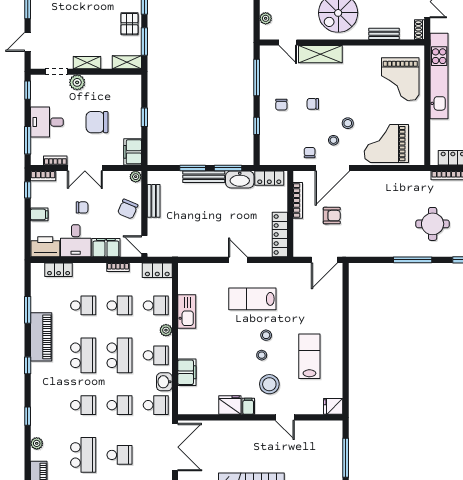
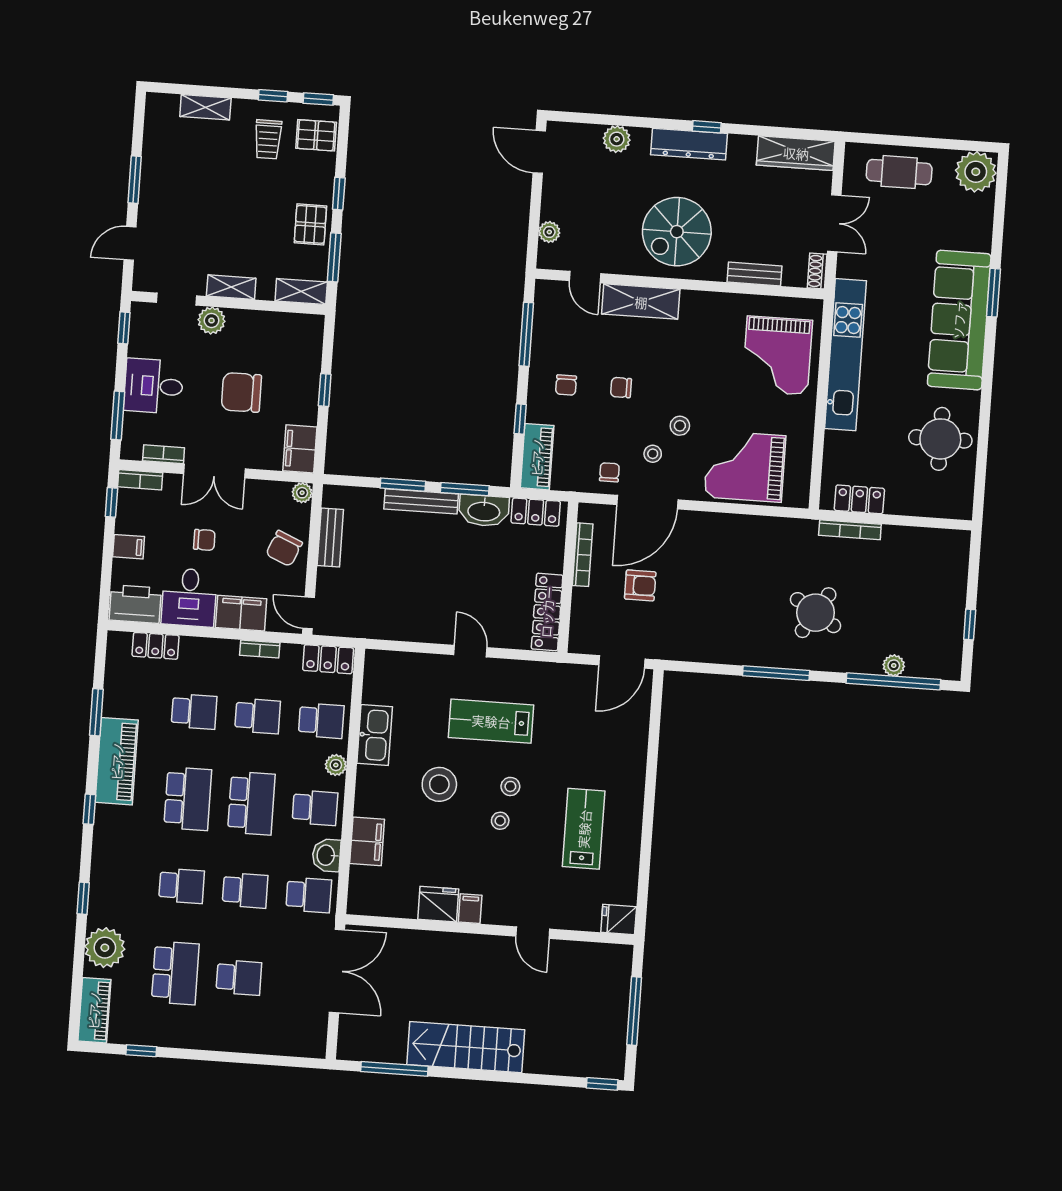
piano: (268, 147) -> (537, 457), added
round table: (433, 224) -> (816, 613), turned 32
stool: (269, 384) -> (439, 784), moved
plant: (37, 443) -> (105, 948), width x1.88, depth x1.88

